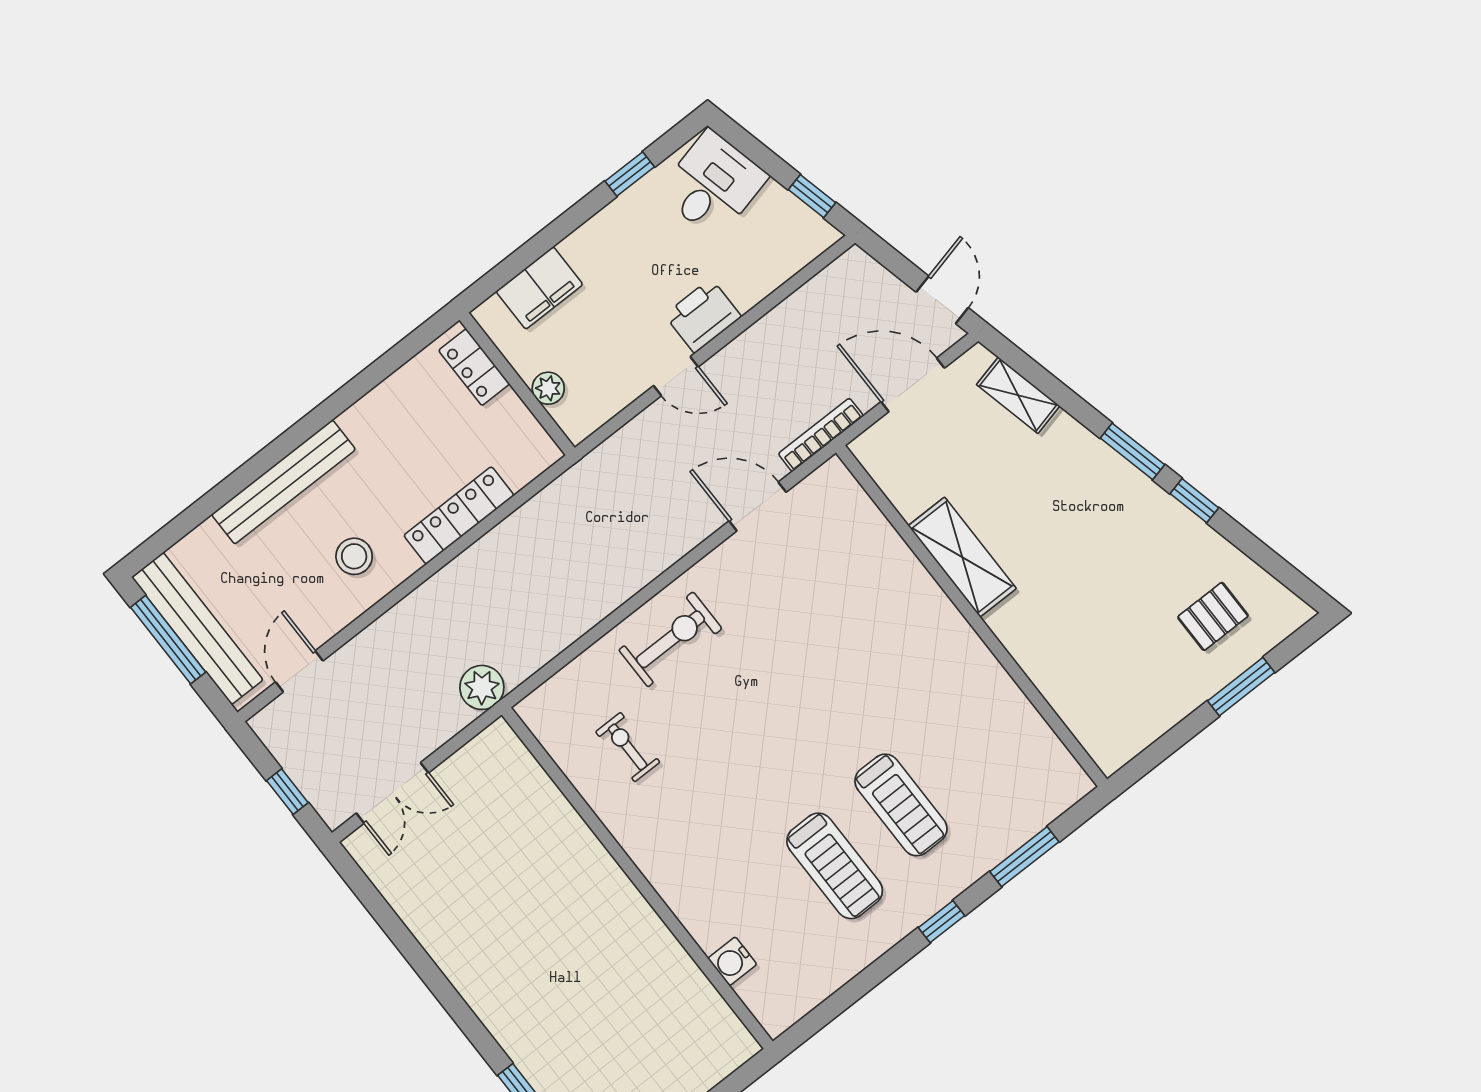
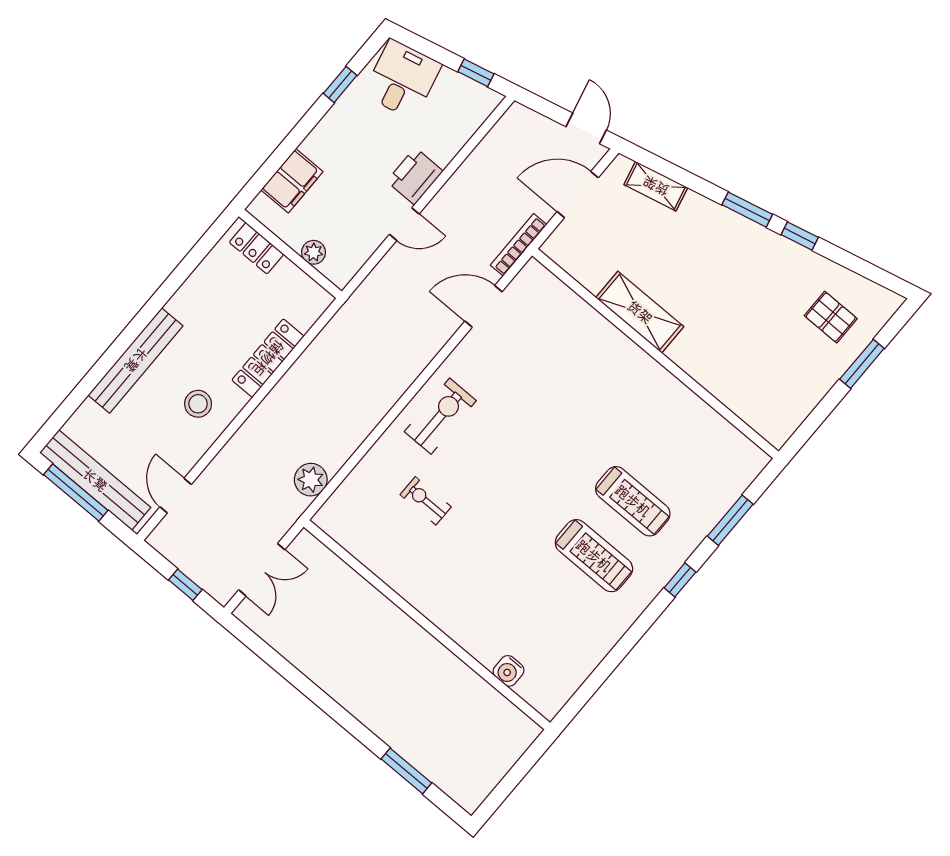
pallet: (1213, 616) -> (831, 317), turned 90
wall: (637, 878) -> (427, 625), moved
water cooler: (732, 961) -> (508, 671), moved

